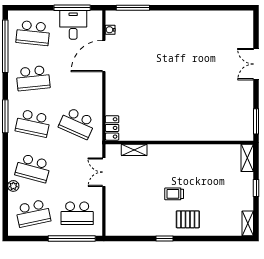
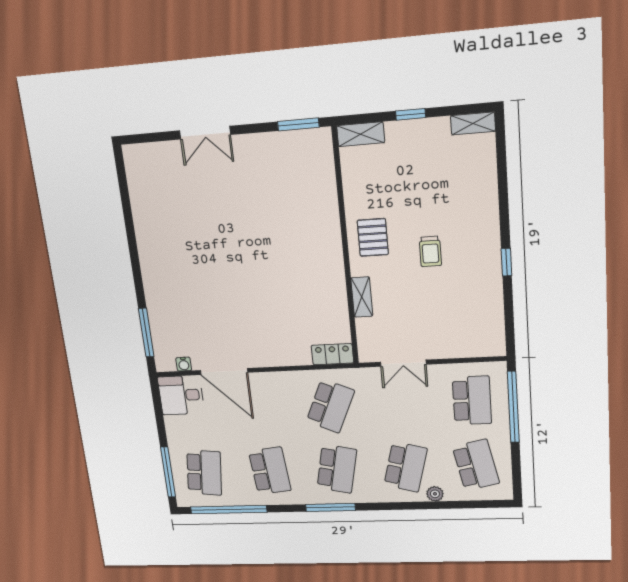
window: (72, 8) -> (168, 472), moved
desk: (73, 25) -> (181, 395), moved
shelving: (134, 150) -> (362, 297), moved
pallet: (188, 219) -> (373, 237), moved

